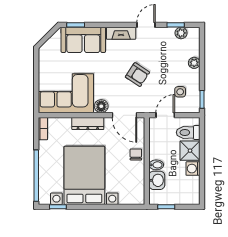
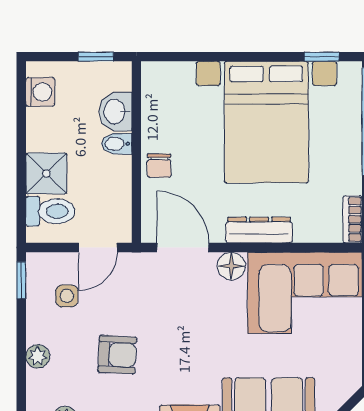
armchair: (137, 75) -> (117, 355), moved, turned 150
washing machine: (193, 169) -> (40, 92), moved

